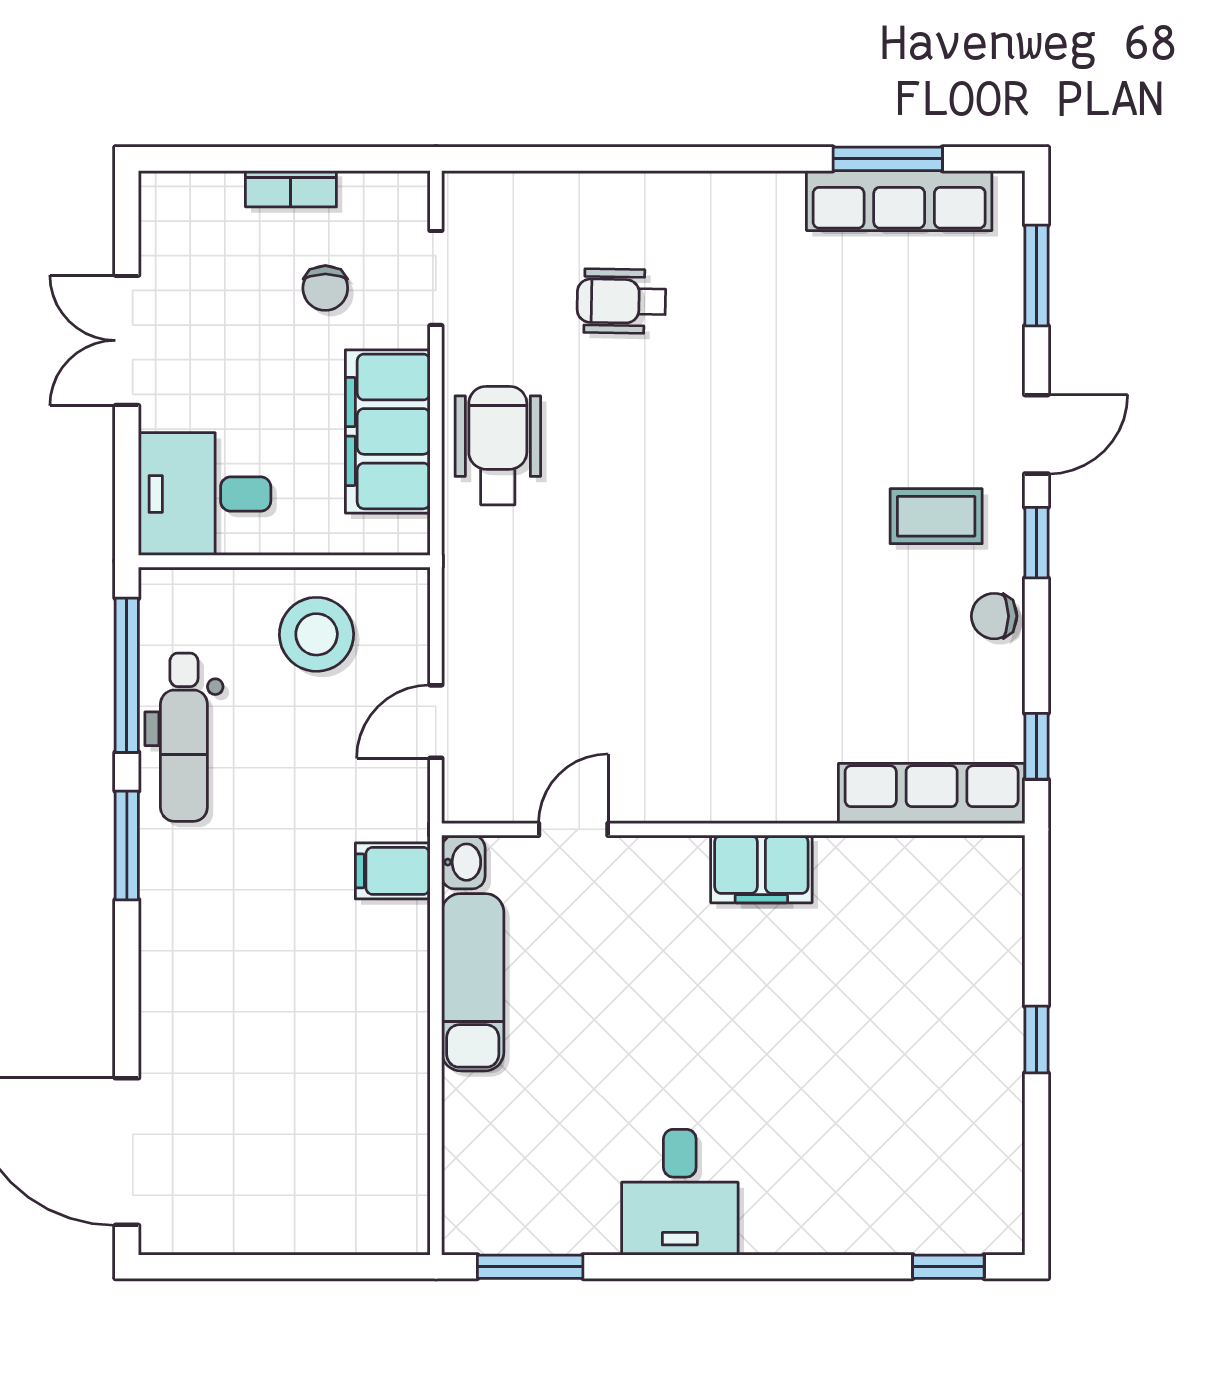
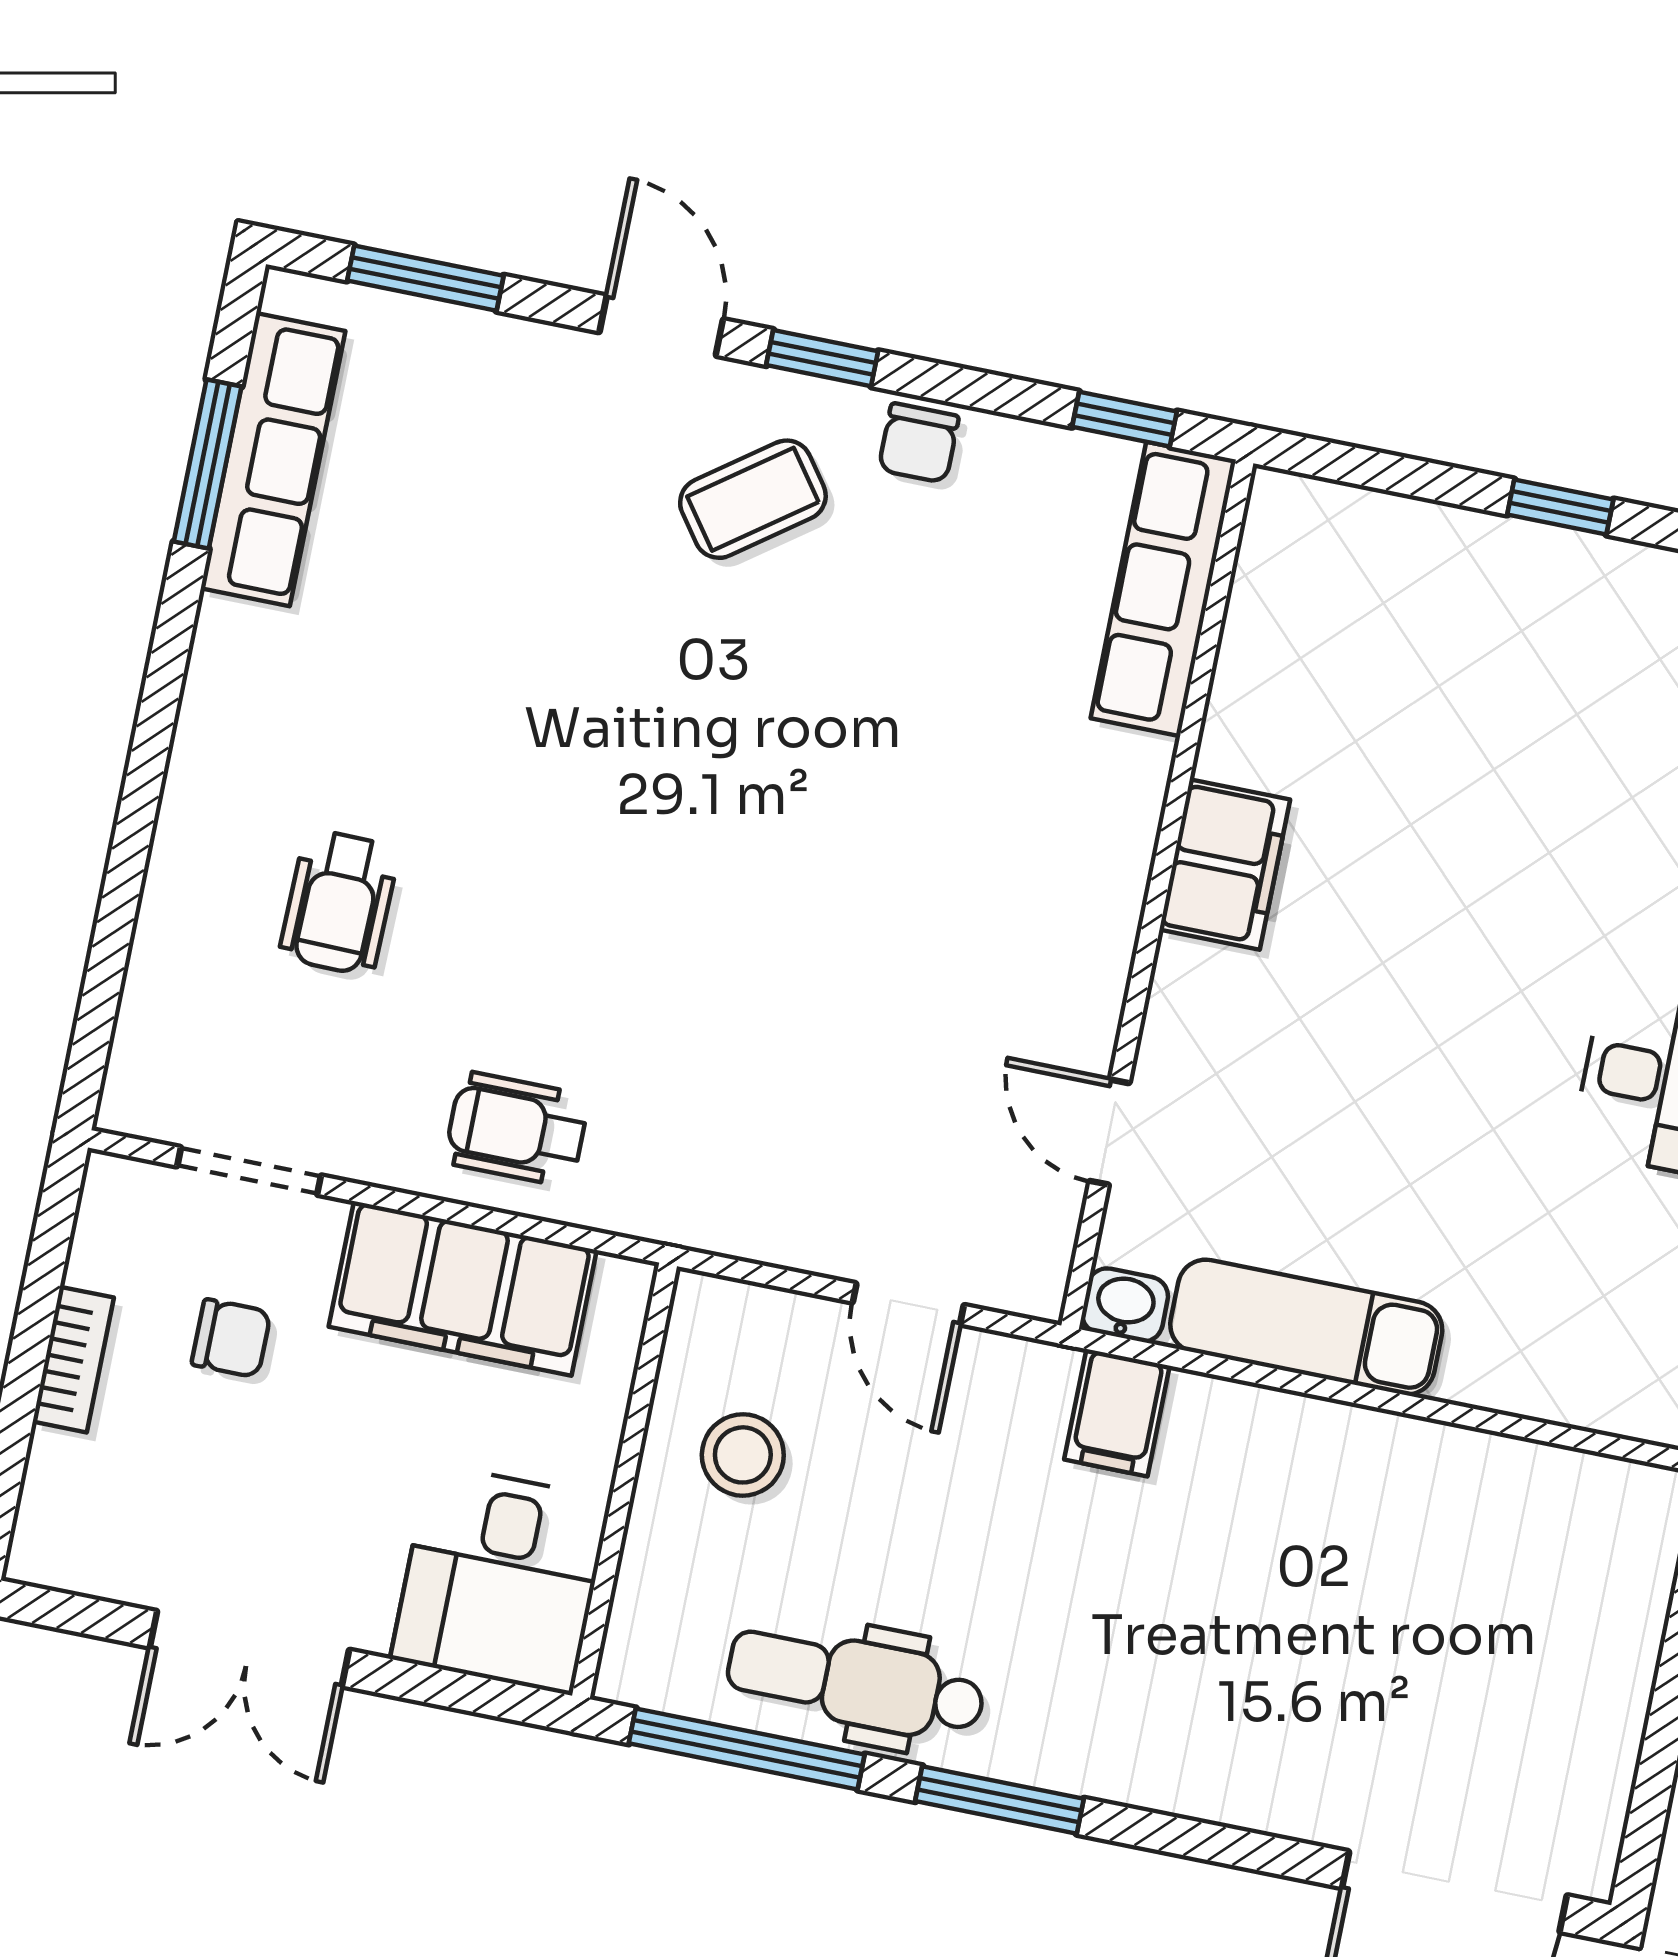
wheelchair: (498, 446) -> (517, 1129), width x0.73, depth x0.73
coffee table: (936, 516) -> (753, 499), turned 54
stool: (317, 634) -> (743, 1455), width x0.73, depth x0.73
dental chair: (184, 737) -> (856, 1683), turned 180

